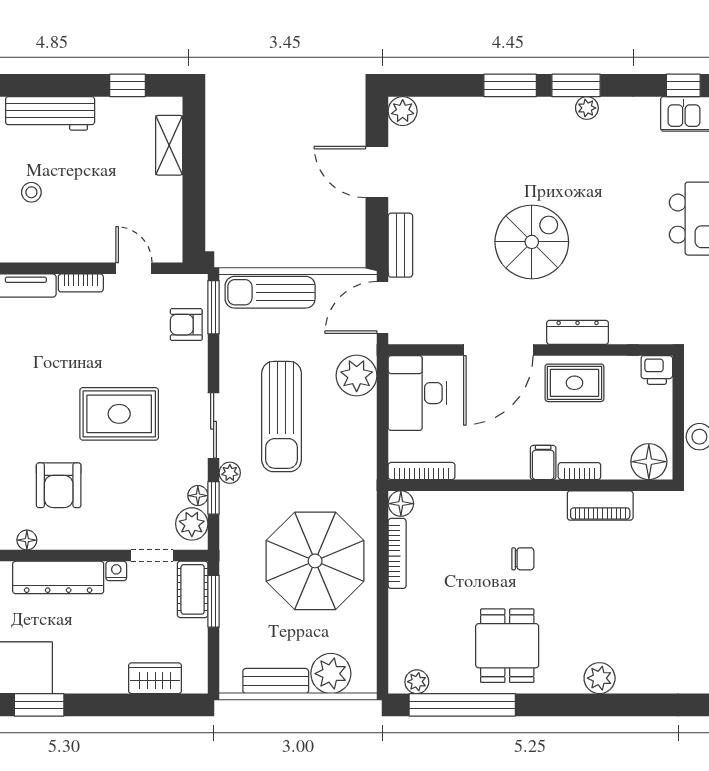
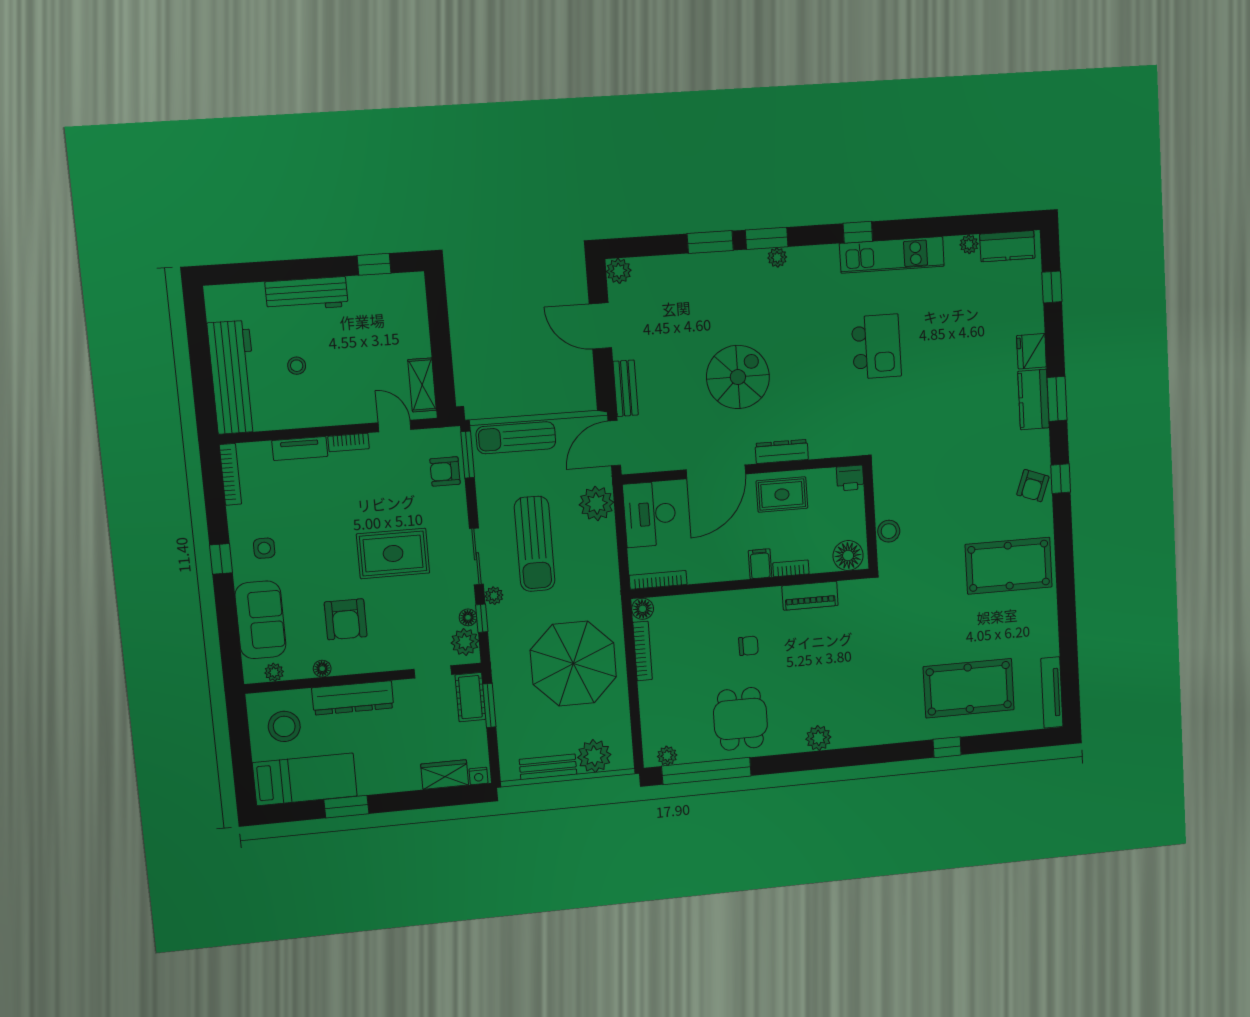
shelving: (169, 145) -> (422, 385), moved
nightstand: (116, 571) -> (479, 776), moved, turned 180

